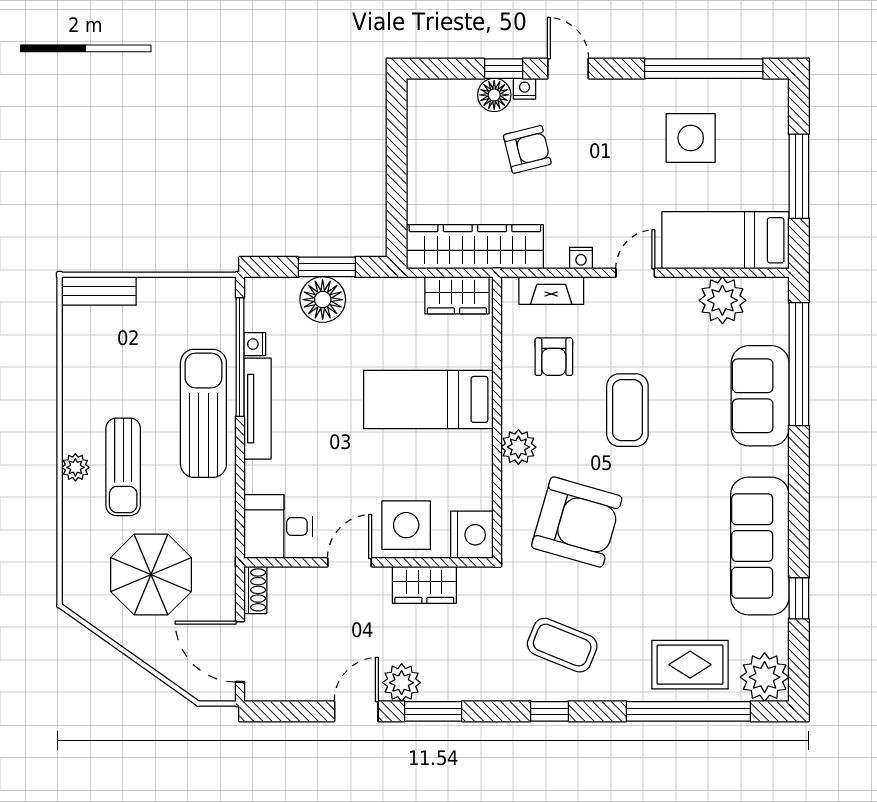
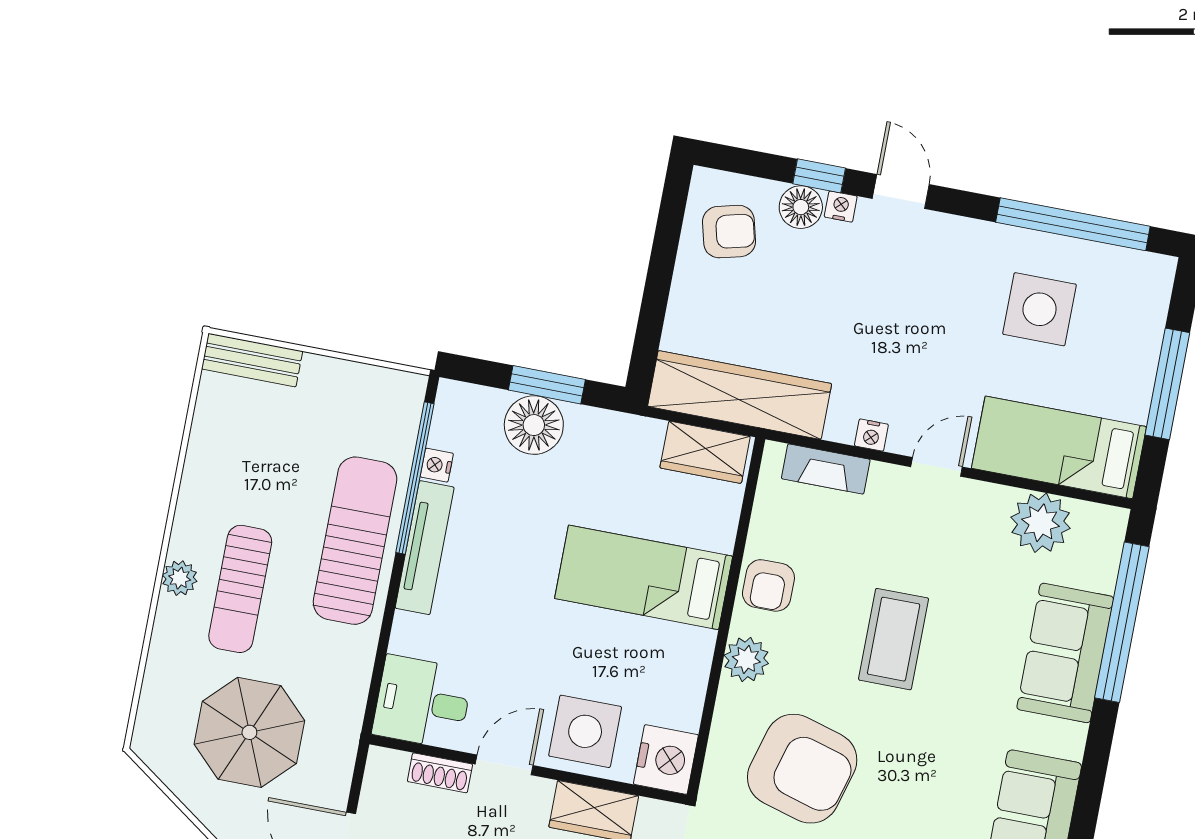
armchair: (527, 149) -> (729, 232), moved
armchair: (554, 357) -> (768, 585), moved
shoe rack: (255, 590) -> (440, 773), moved, turned 90

